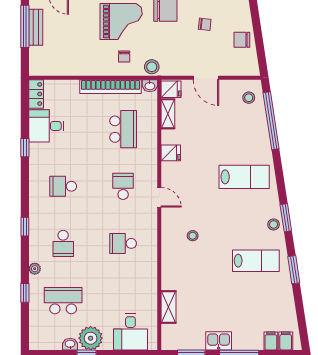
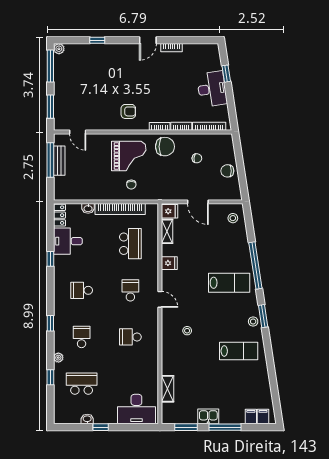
stool: (152, 67) -> (154, 193), removed
washbasin: (150, 86) -> (88, 208), moved
window: (271, 121) -> (255, 265), moved
school desk: (63, 243) -> (82, 337), turned 180
window: (294, 270) -> (270, 358), removed
desk: (130, 332) -> (136, 409), width x1.37
plant: (91, 338) -> (104, 414), removed

